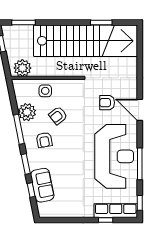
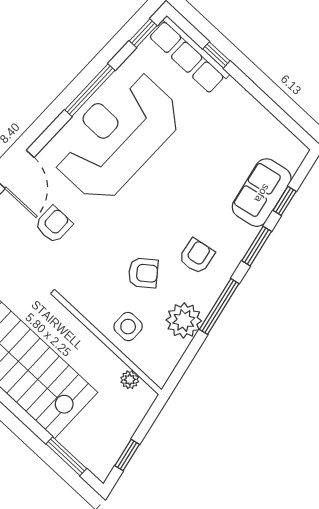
plant: (22, 68) -> (130, 380), width x0.53, depth x0.53
armchair: (107, 103) -> (54, 225), turned -90

